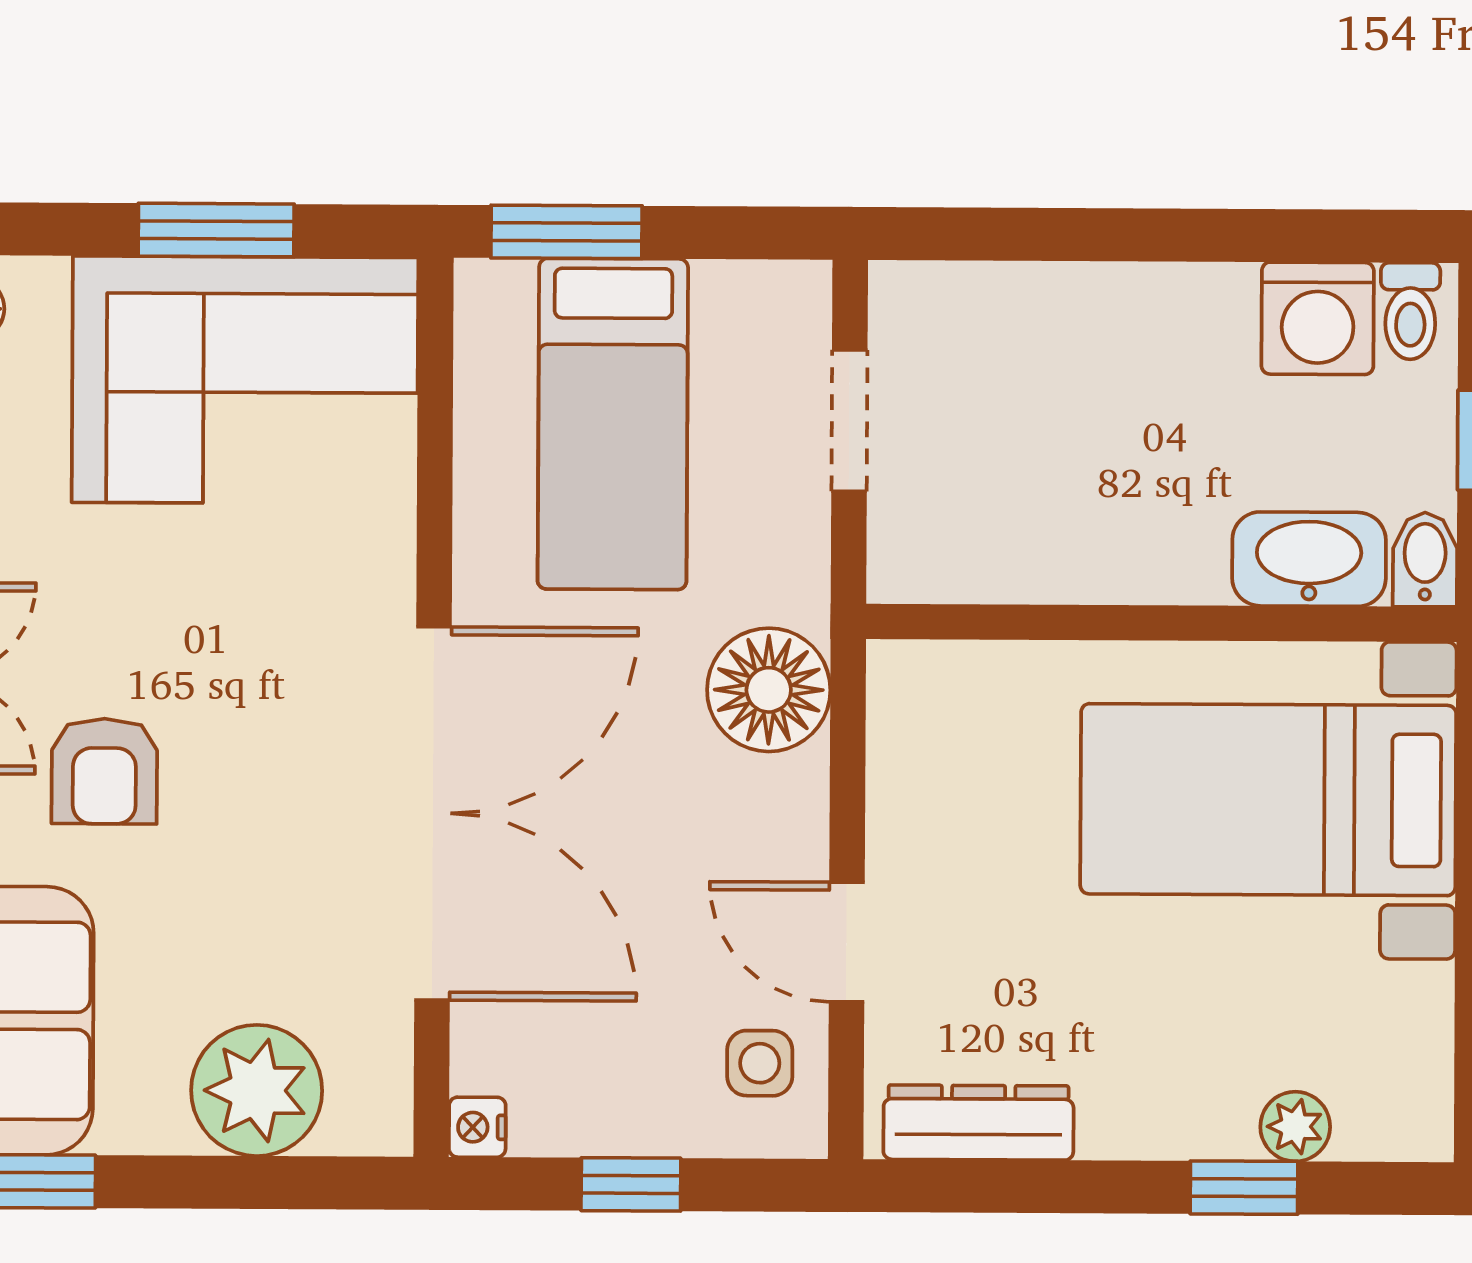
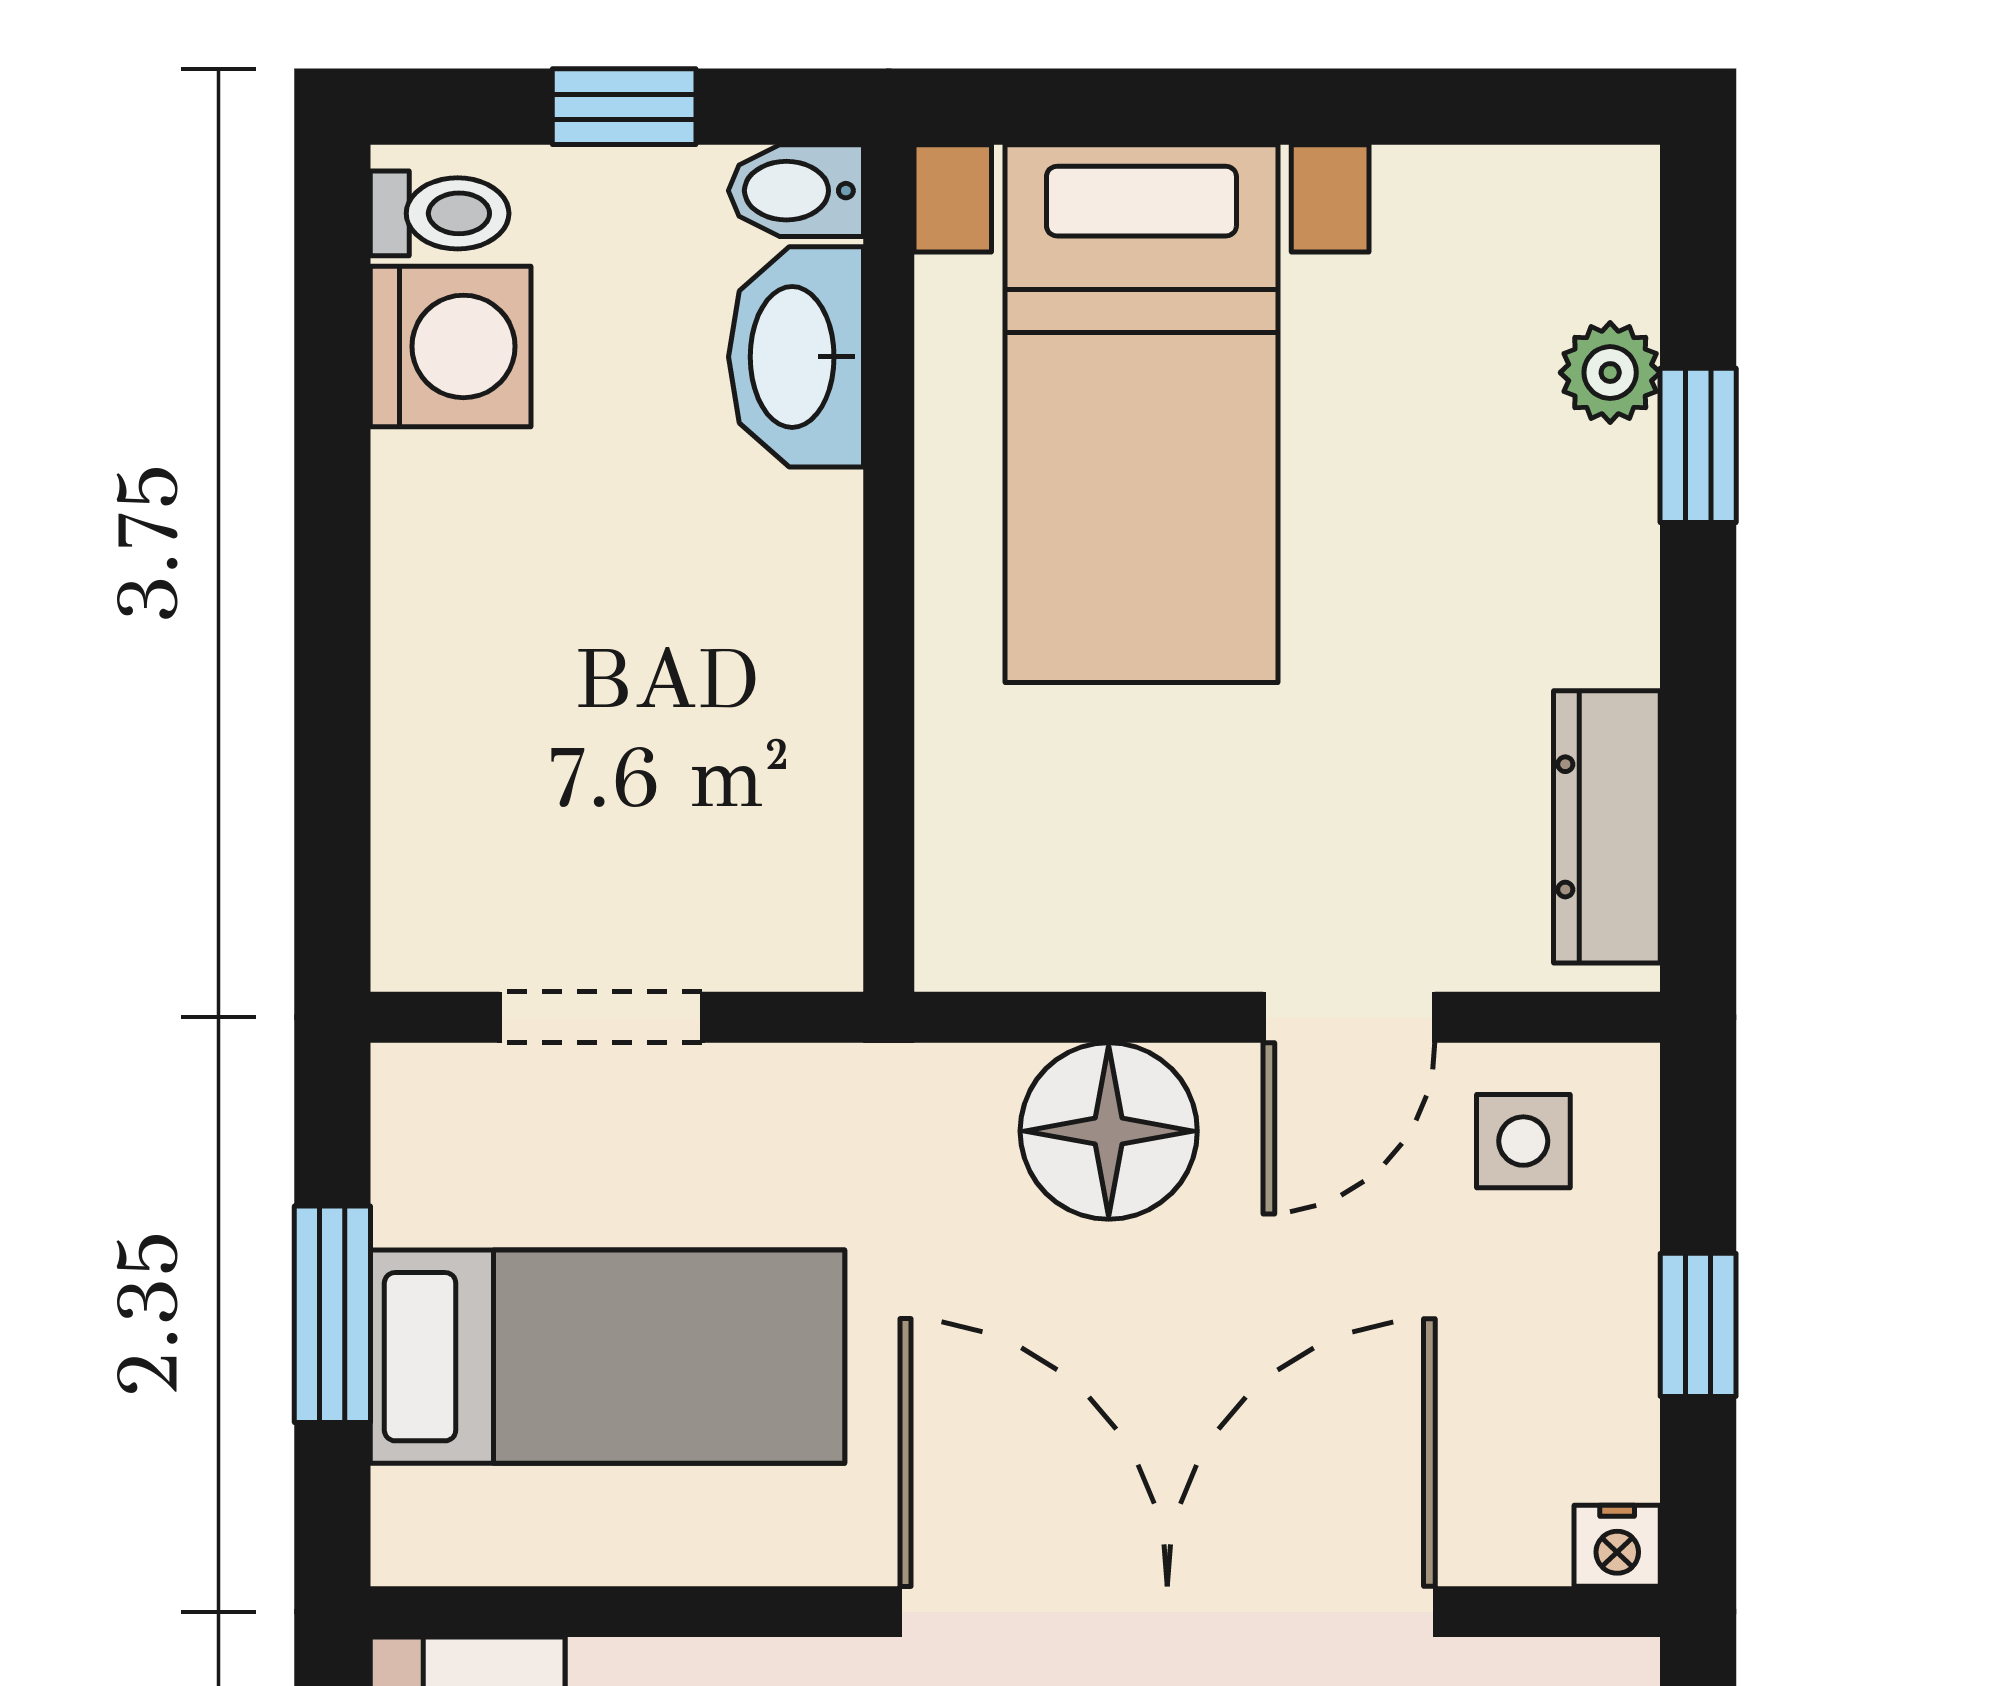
window: (566, 232) -> (332, 1314), moved
floor lamp: (769, 690) -> (1109, 1131), moved

